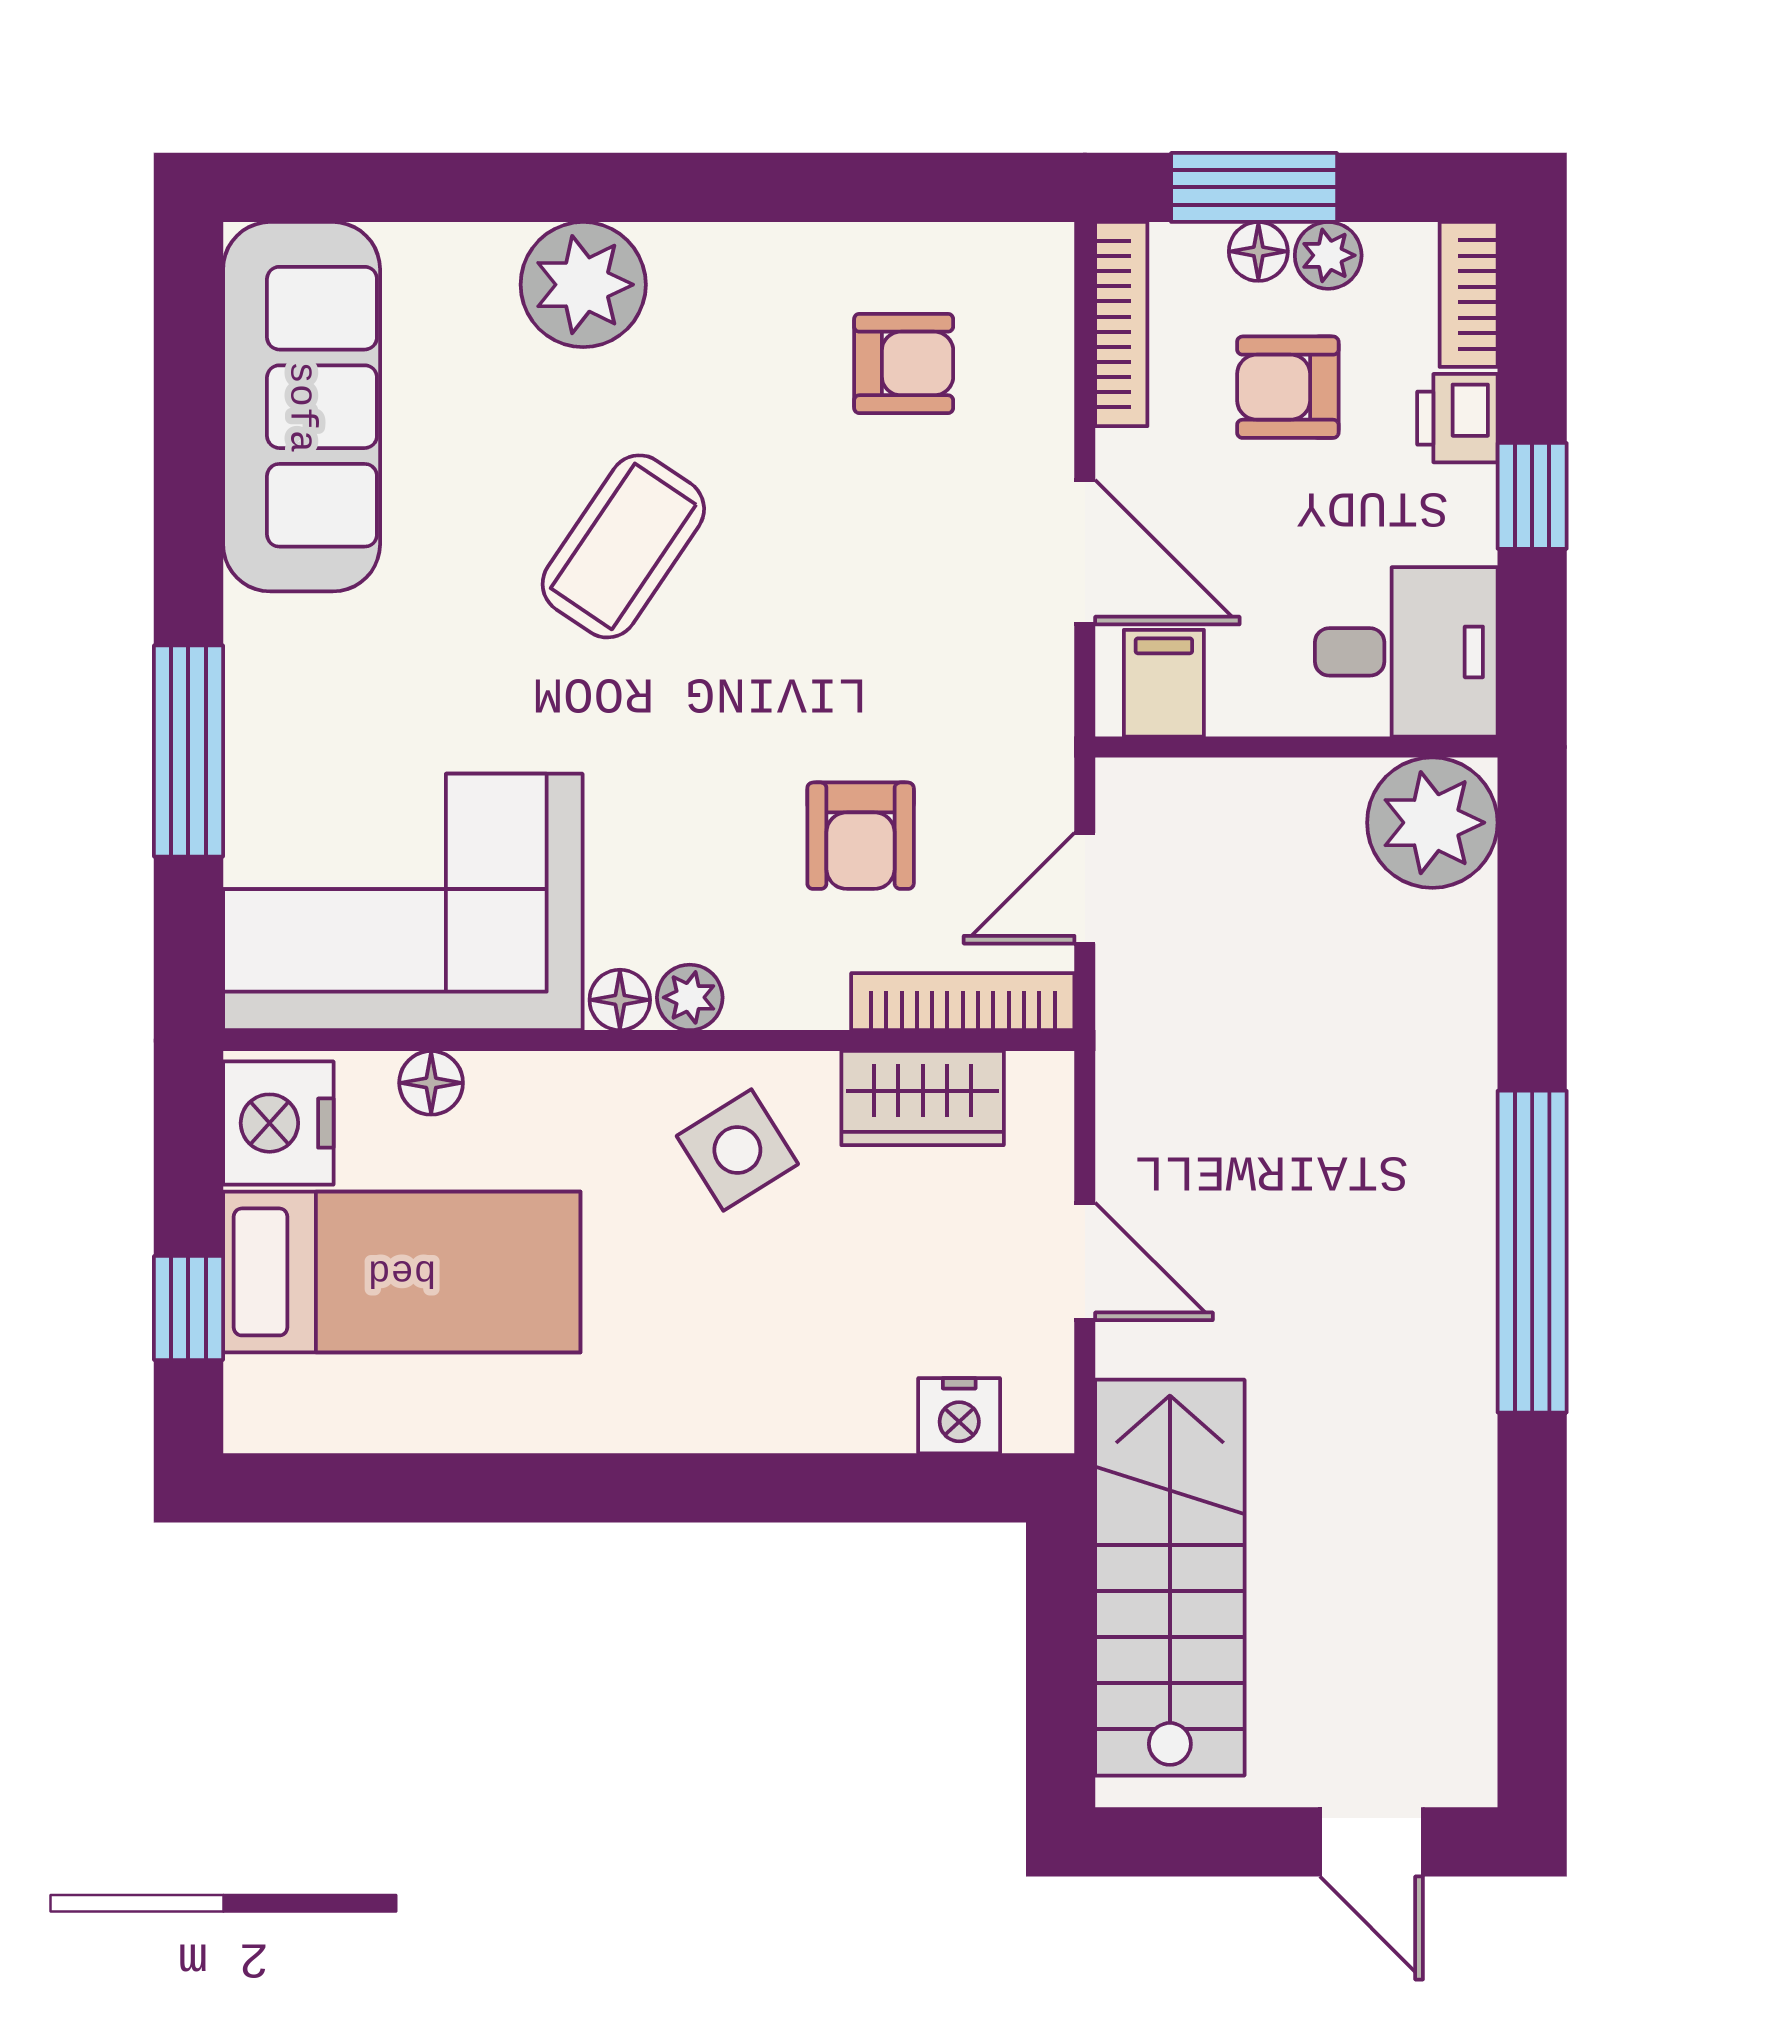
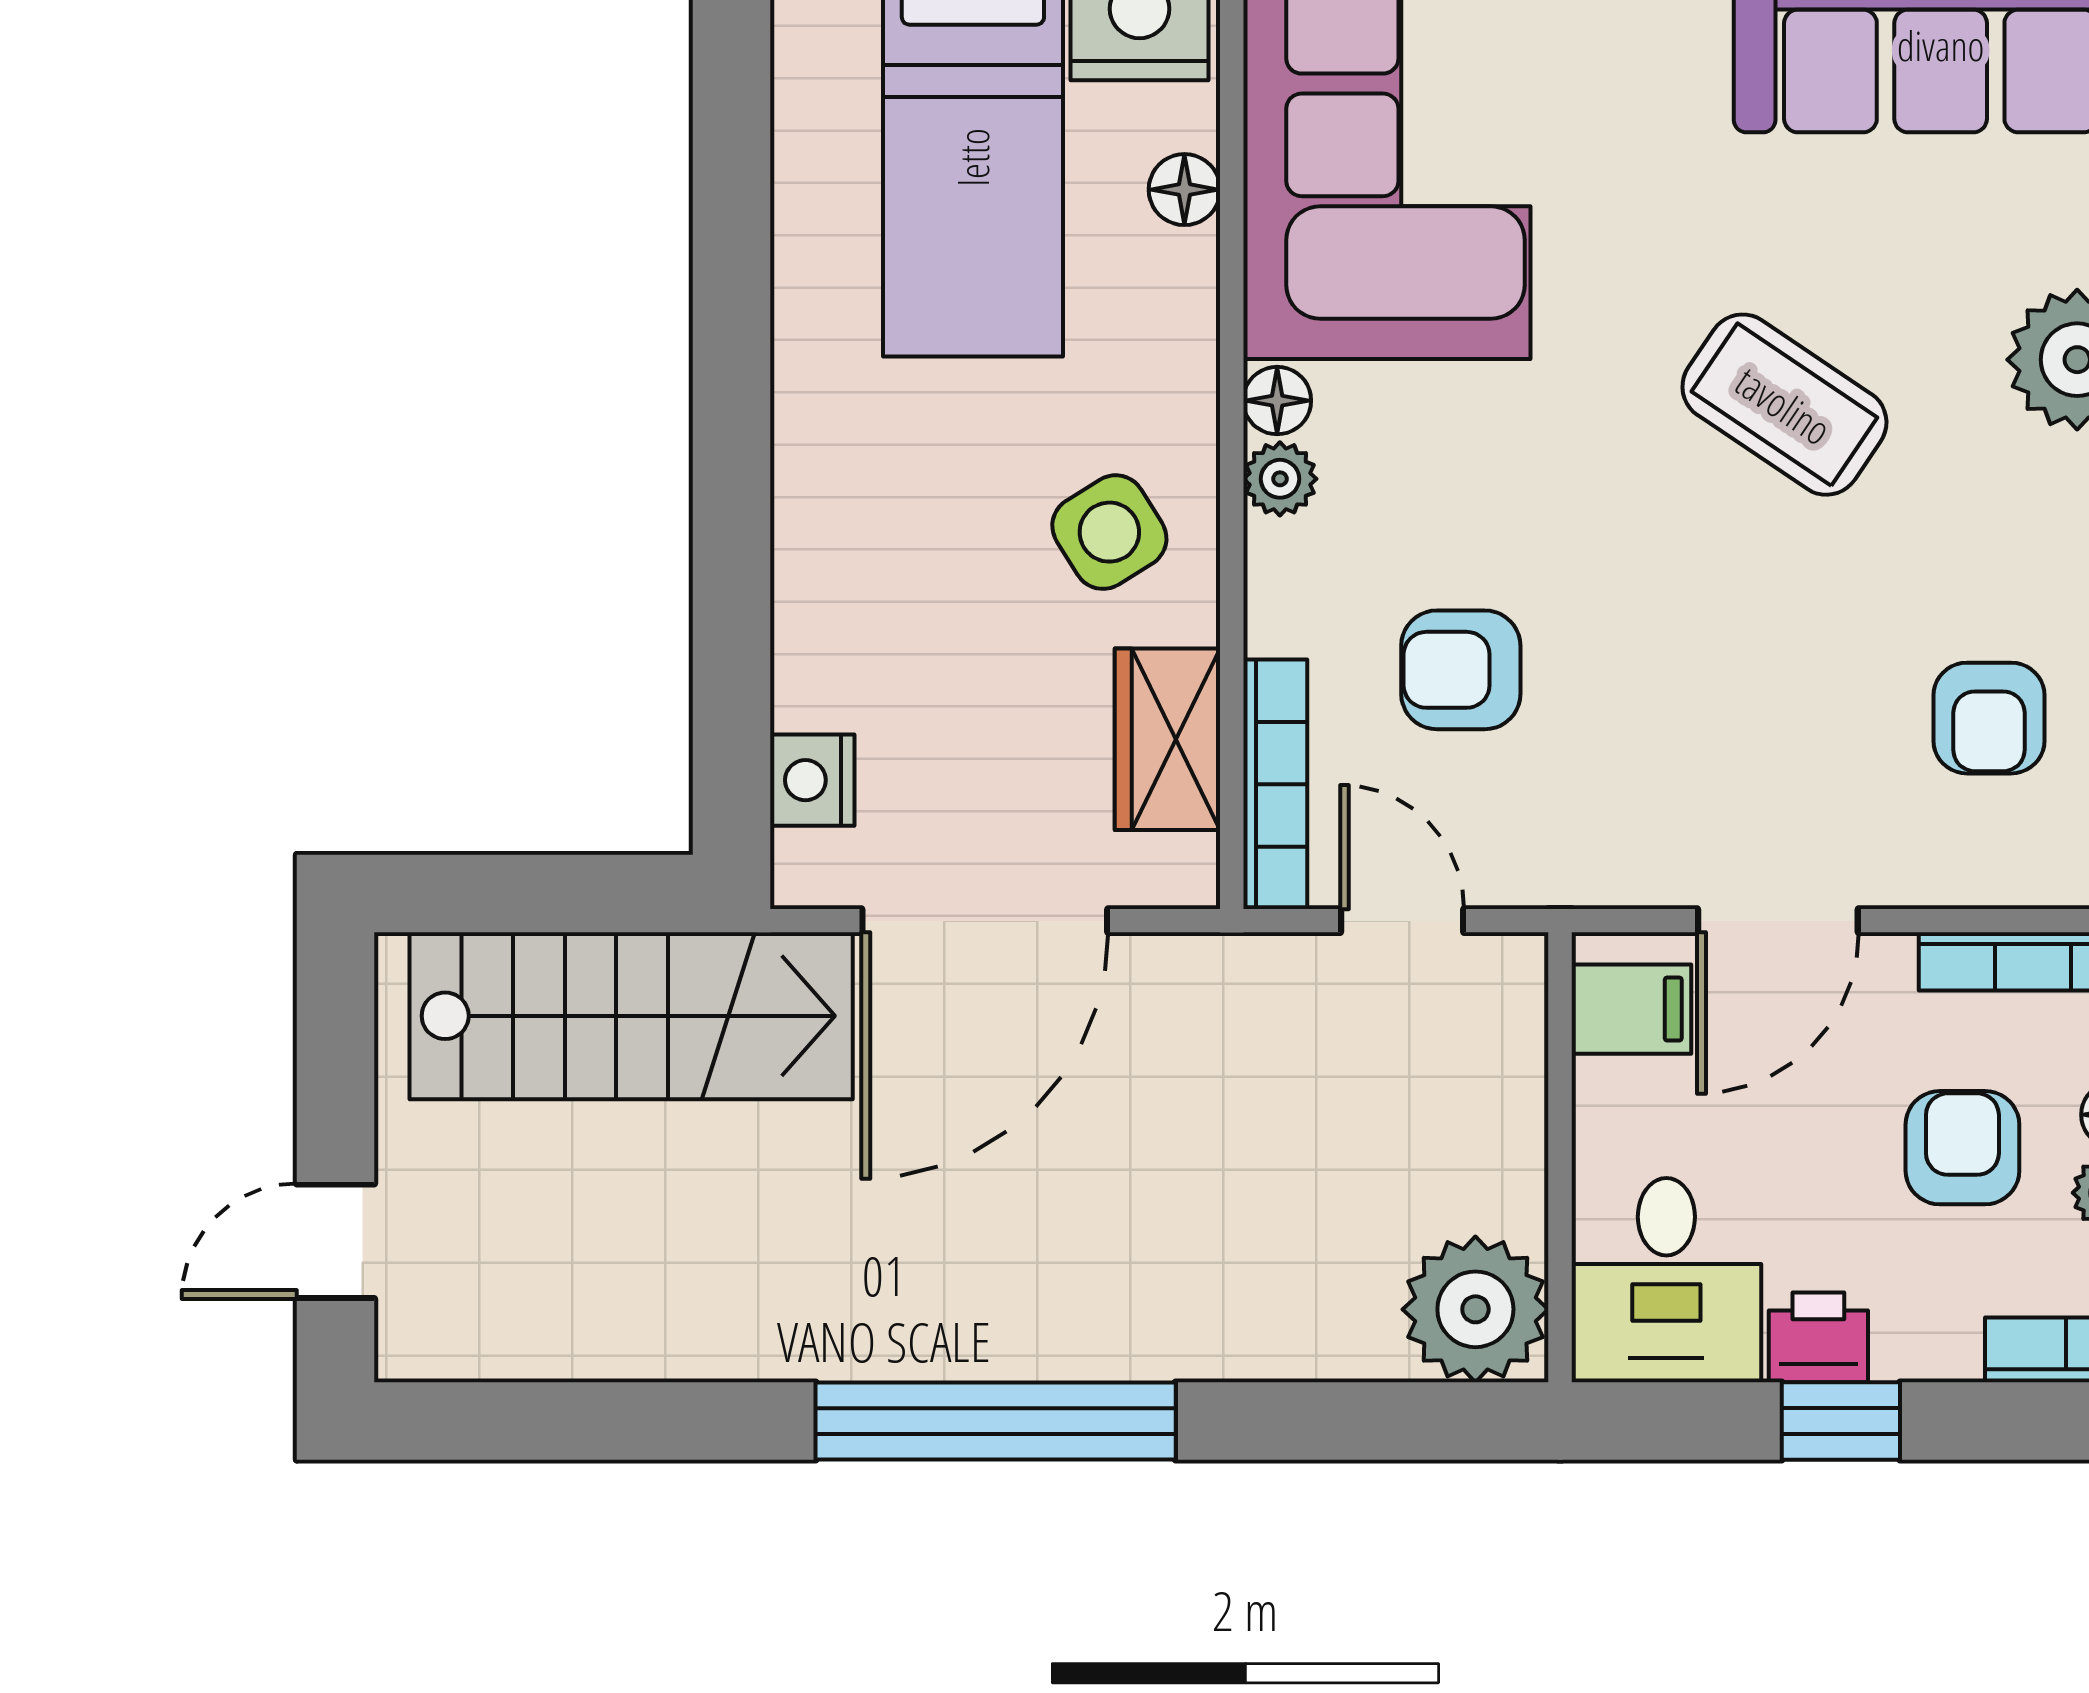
printer: (1457, 418) -> (1818, 1337), moved
door: (1085, 1261) -> (985, 921), width x1.88

